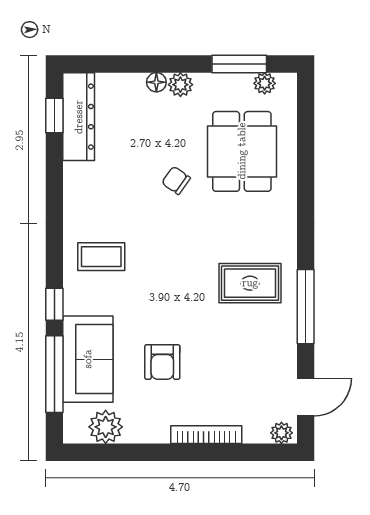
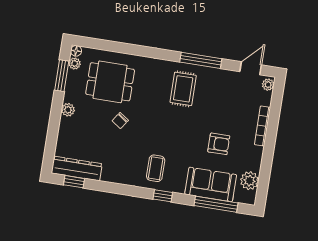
floor lamp: (156, 82) -> (76, 51), moved
window: (54, 304) -> (163, 196), moved
door: (306, 397) -> (251, 68), hinge flipped

